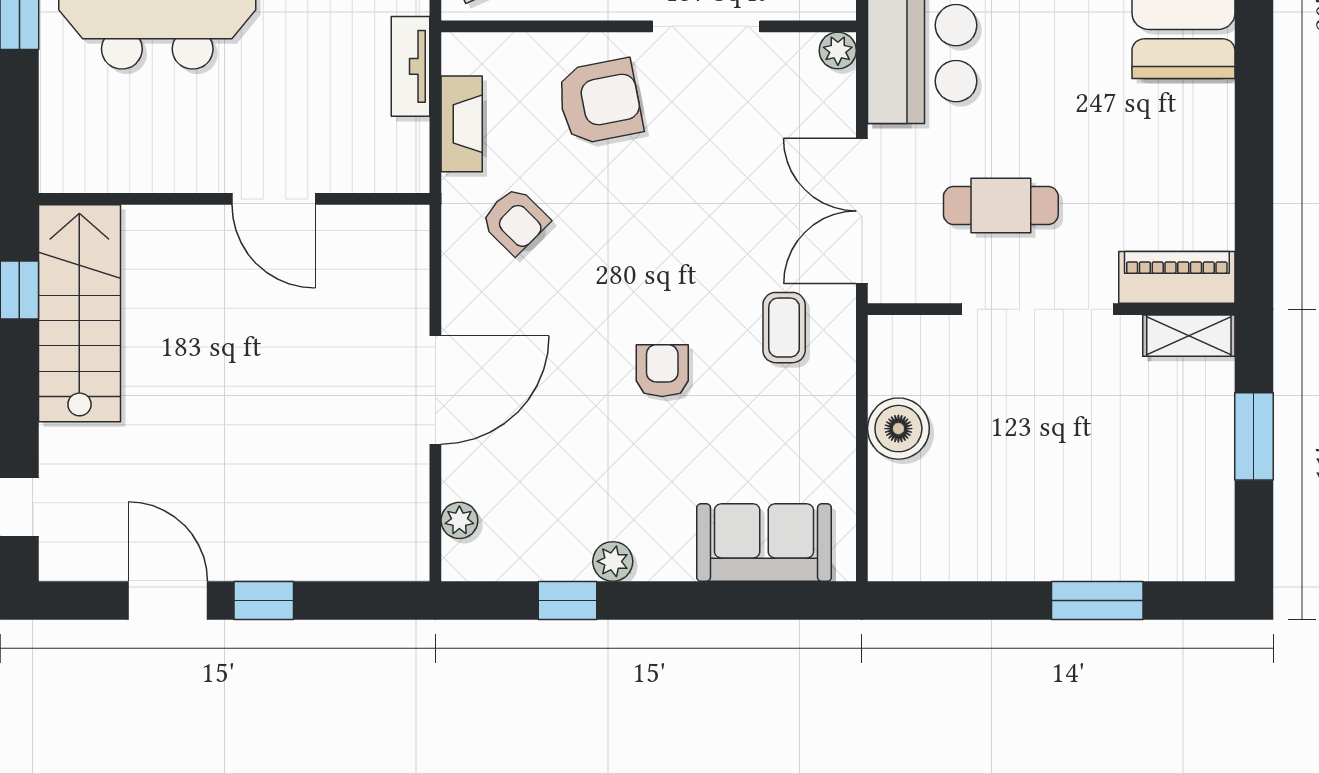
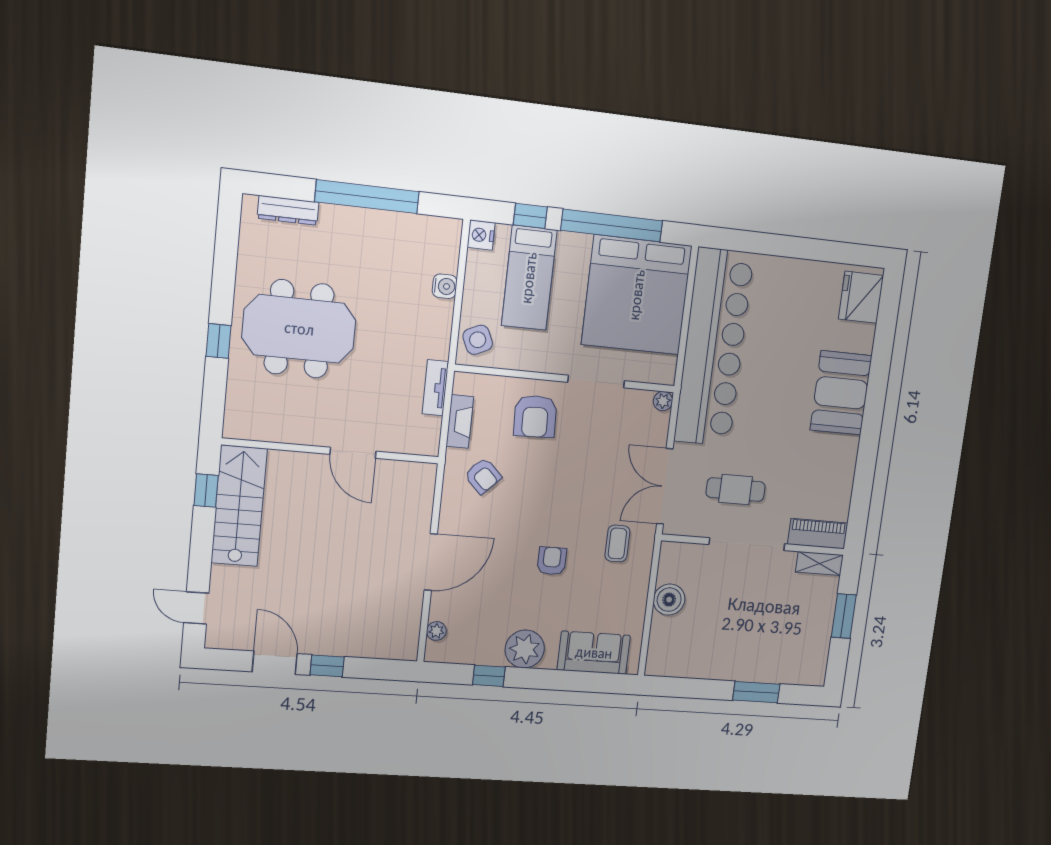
armchair: (600, 102) -> (535, 416), turned 99
plant: (613, 561) -> (525, 649), width x1.88, depth x1.88

